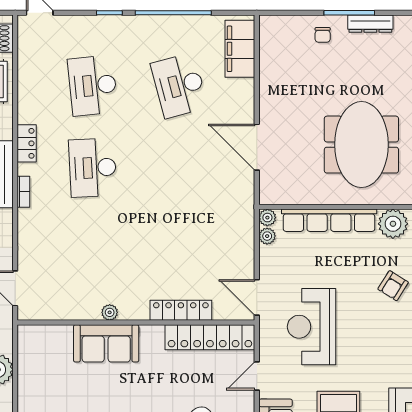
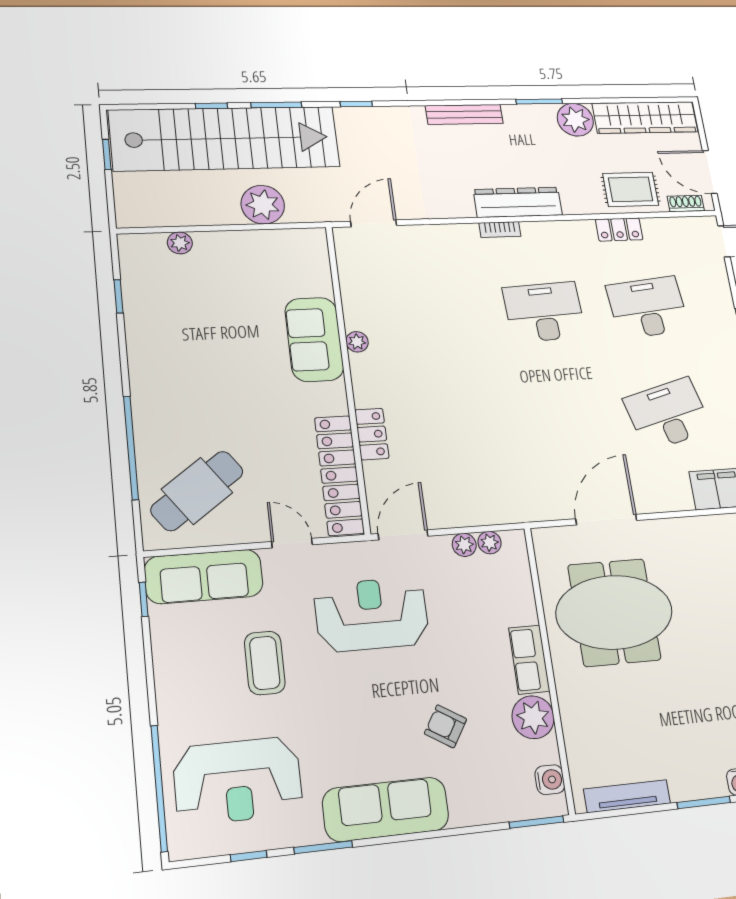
locker: (27, 143) -> (619, 229), moved
meeting table: (361, 145) -> (614, 612), moved
plant: (267, 218) -> (464, 545), moved
row of seats: (329, 220) -> (529, 660), width x0.50
locker: (181, 310) -> (372, 434), width x0.66

